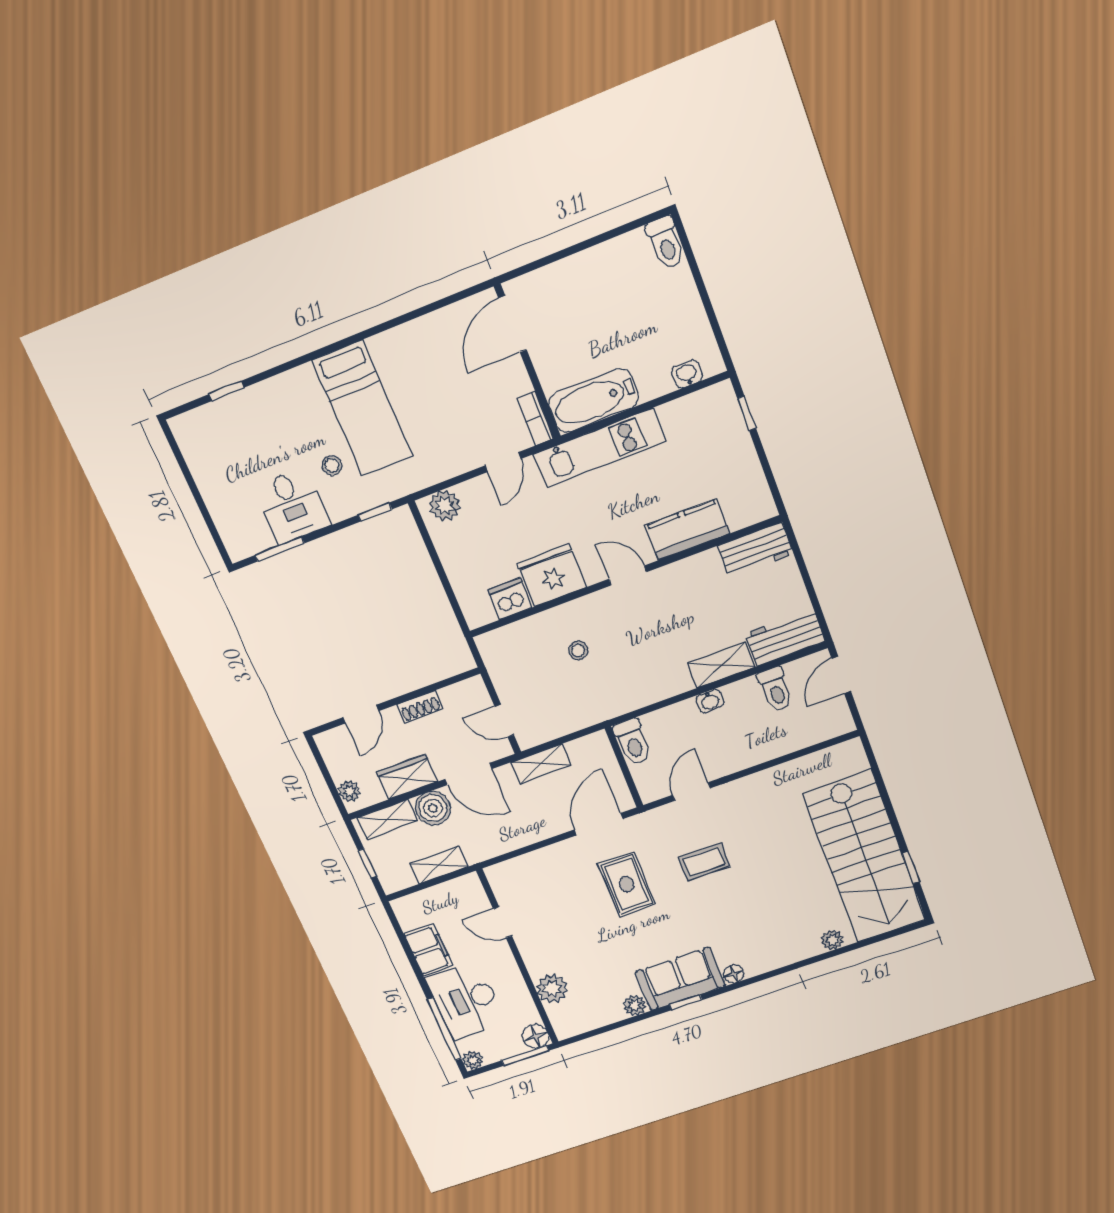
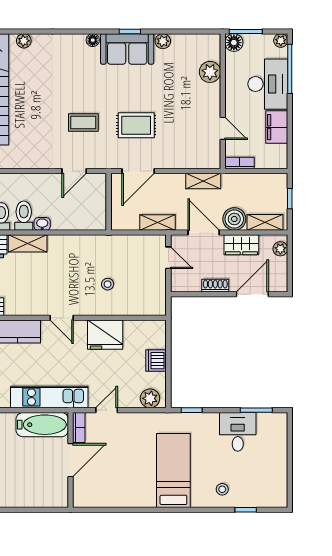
door: (512, 324) -> (71, 460), moved
stool: (332, 465) -> (222, 489), moved
dishwasher: (510, 599) -> (156, 361), moved, turned 90
door: (361, 714) -> (252, 294), width x1.38
toilet: (633, 742) -> (24, 216), moved
shelving: (438, 865) -> (203, 181), moved
rug: (627, 884) -> (136, 125), turned 90
bookcase: (459, 885) -> (240, 163), added

